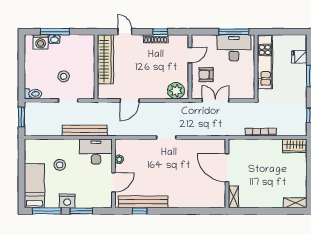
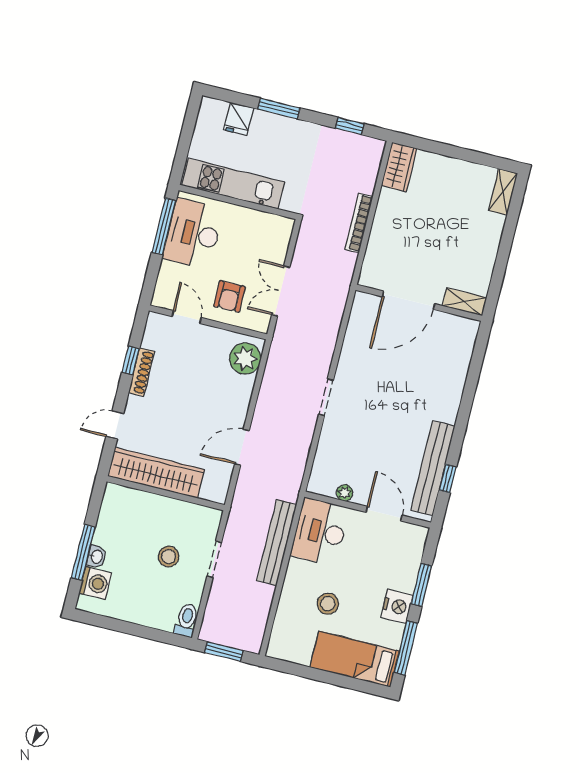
door: (130, 100) -> (242, 447), swing flipped

